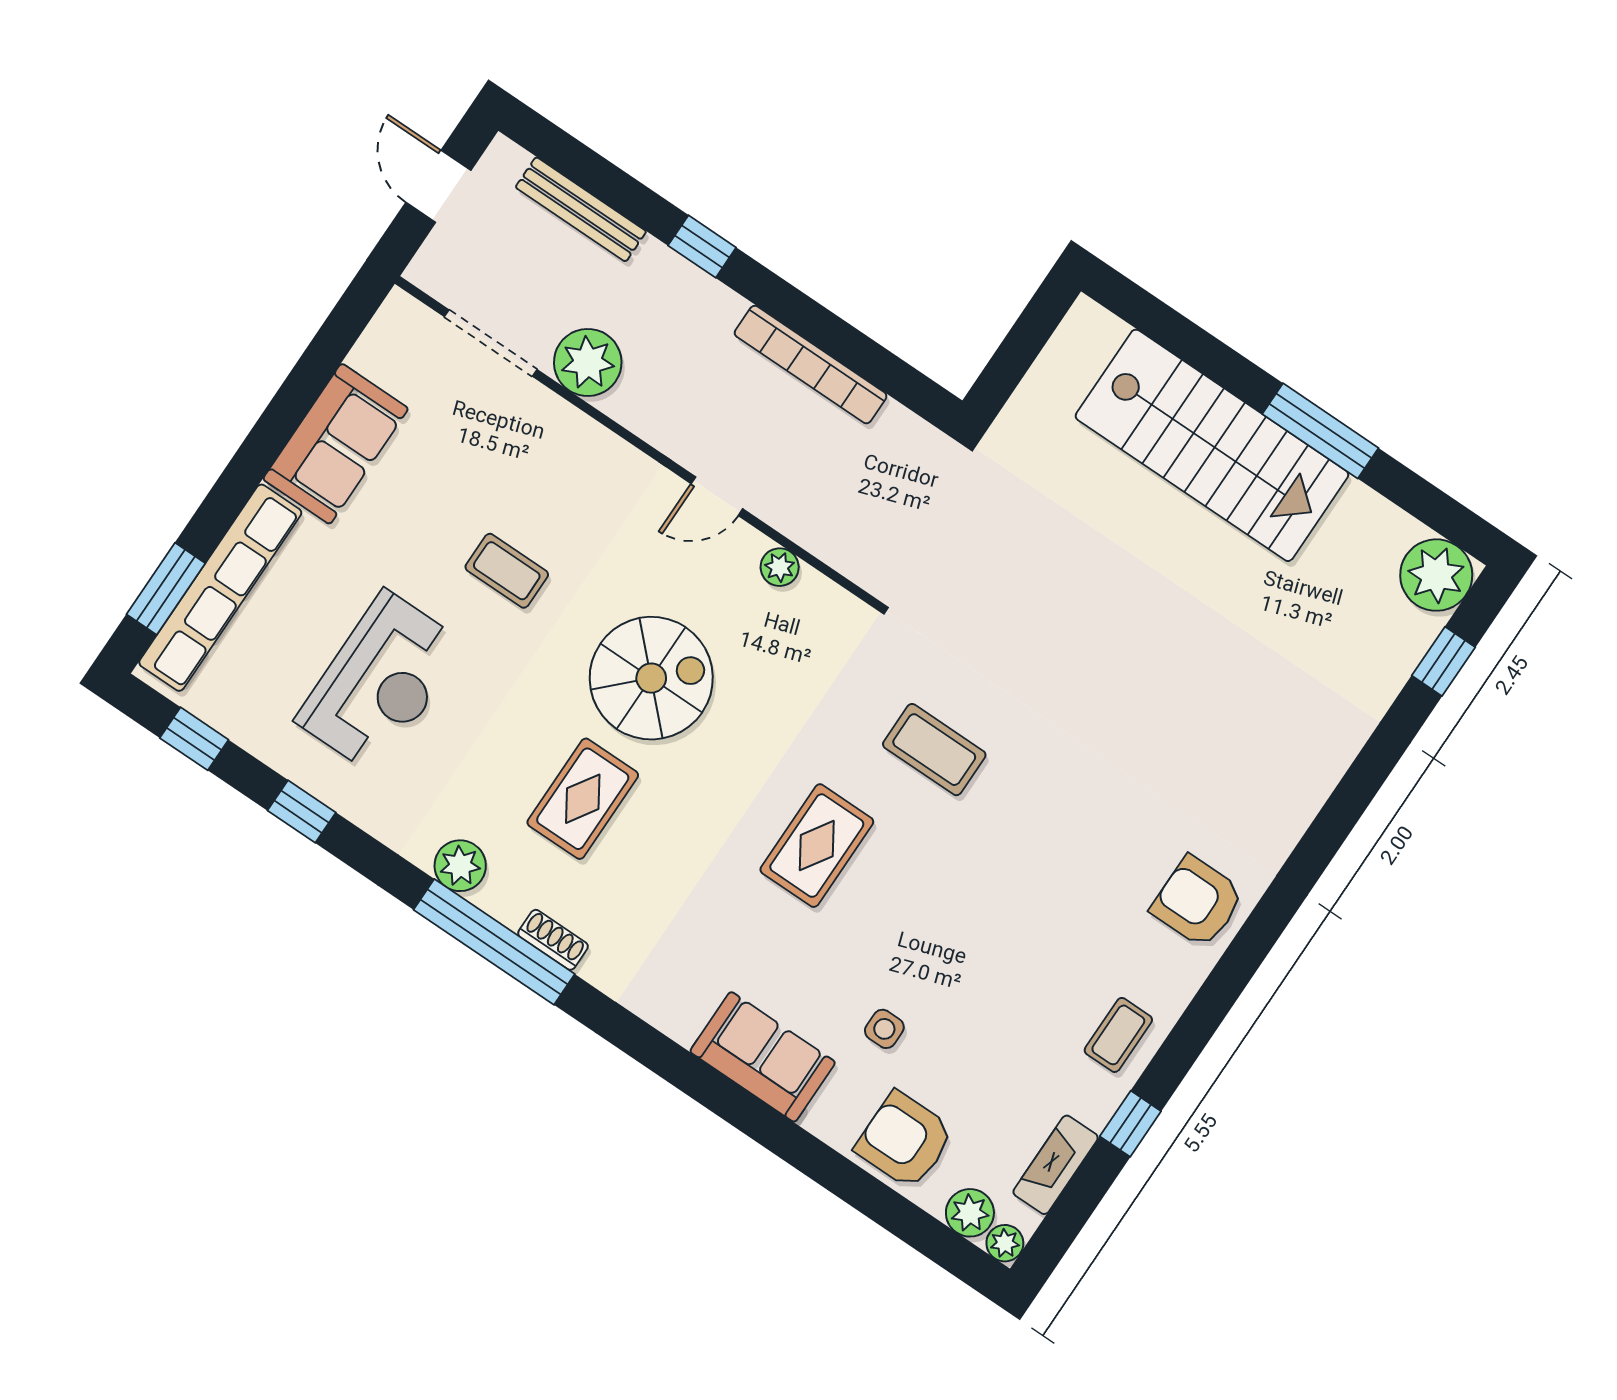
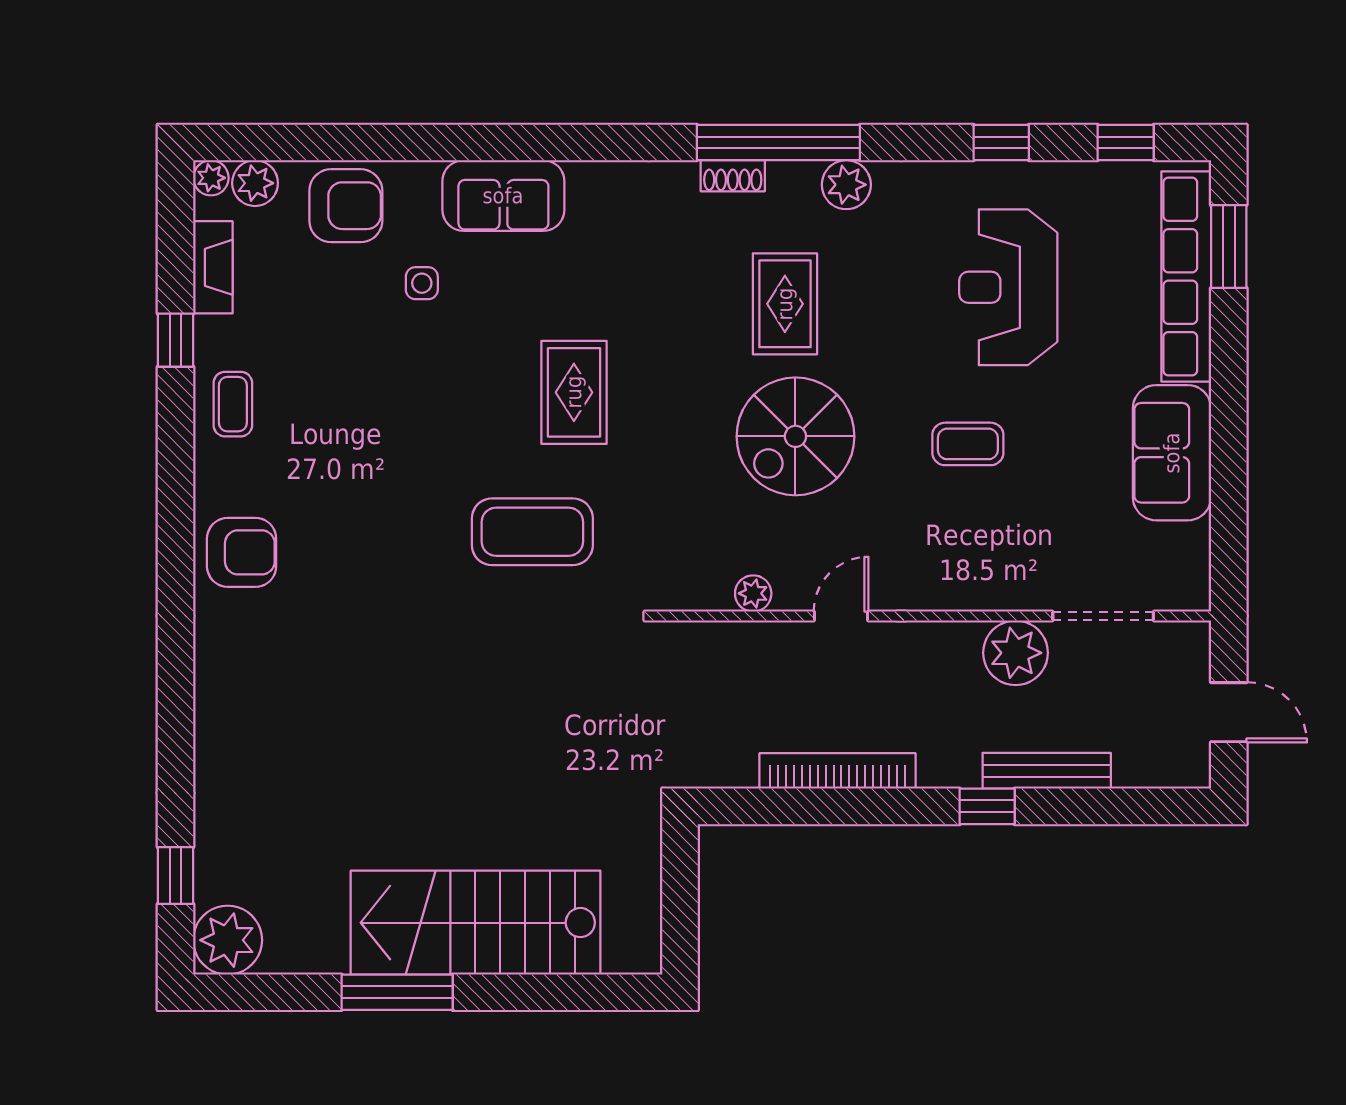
bench: (581, 209) -> (1047, 771), moved
coffee table: (934, 750) -> (532, 532), width x1.36, depth x1.32

